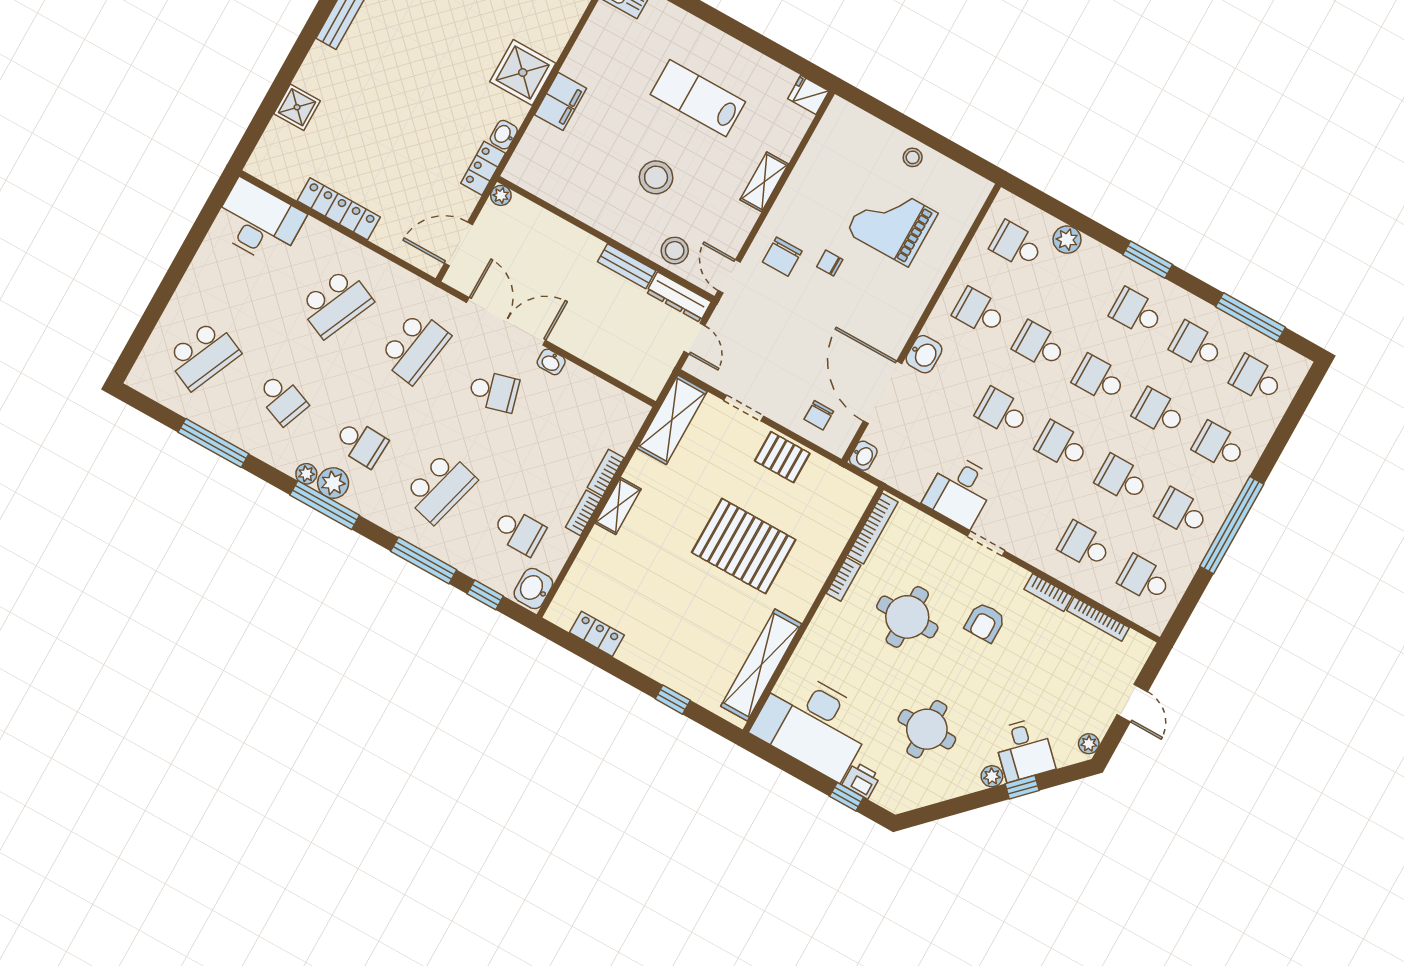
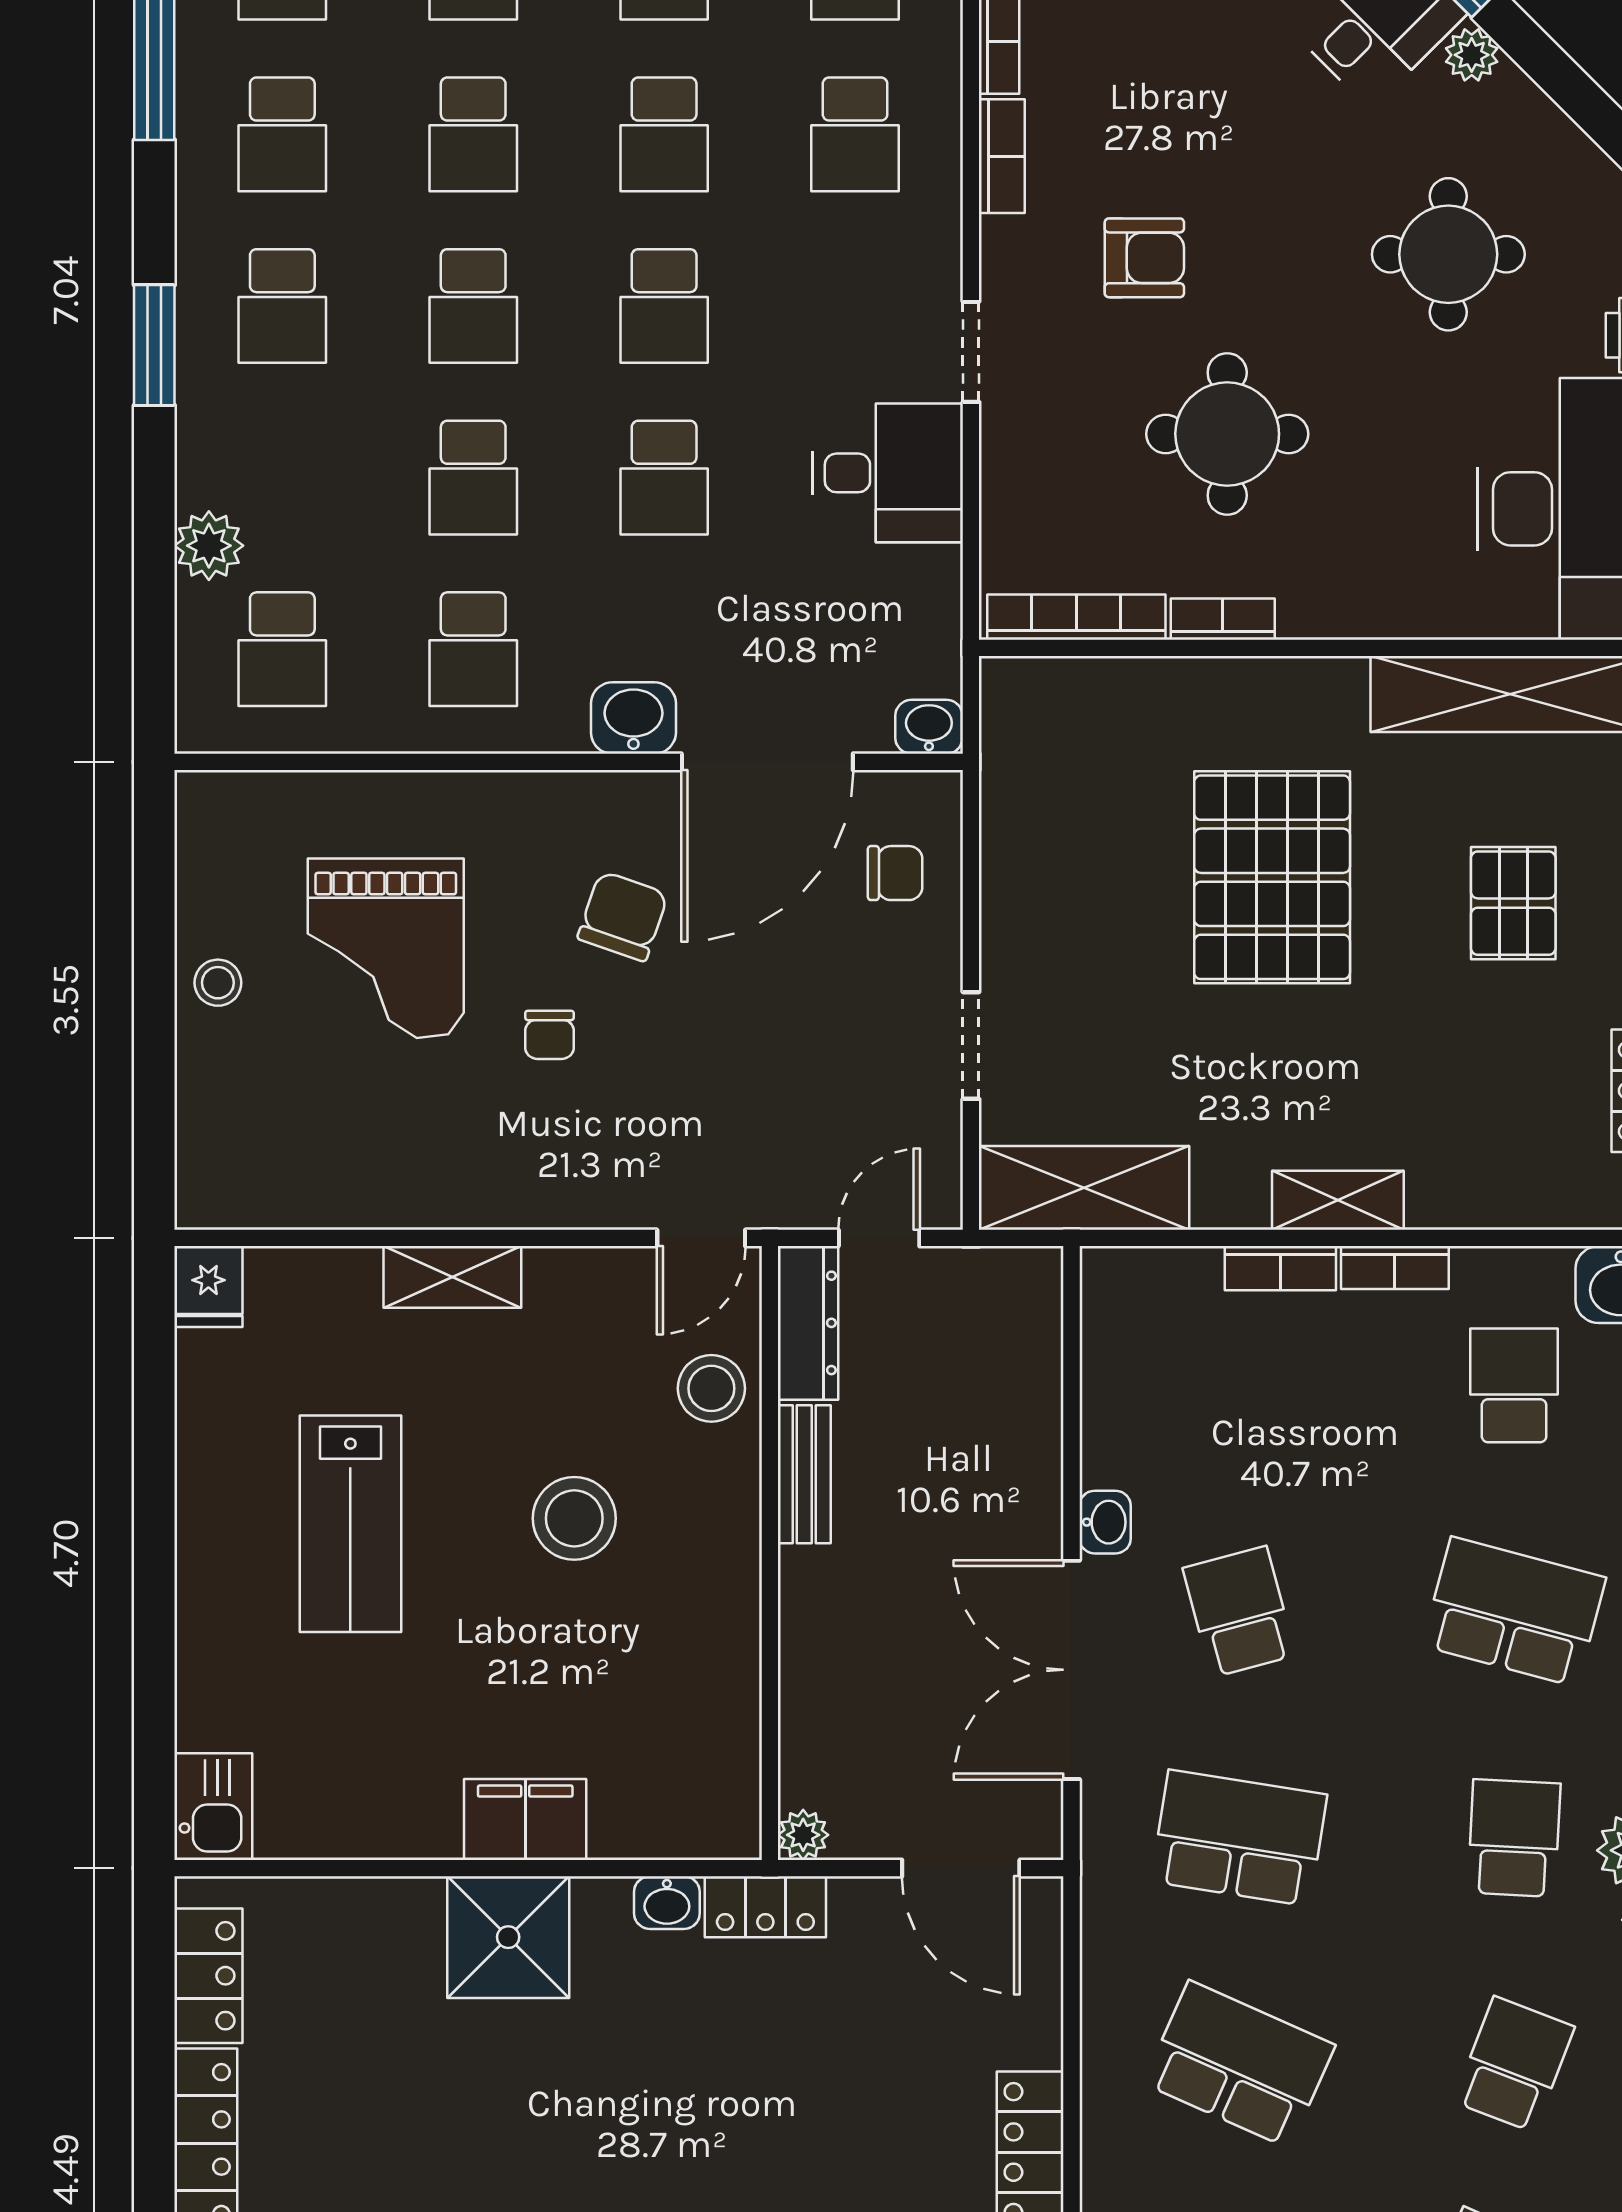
chair: (782, 257) -> (623, 916), moved, turned -71
pallet: (782, 457) -> (1513, 903), moved

